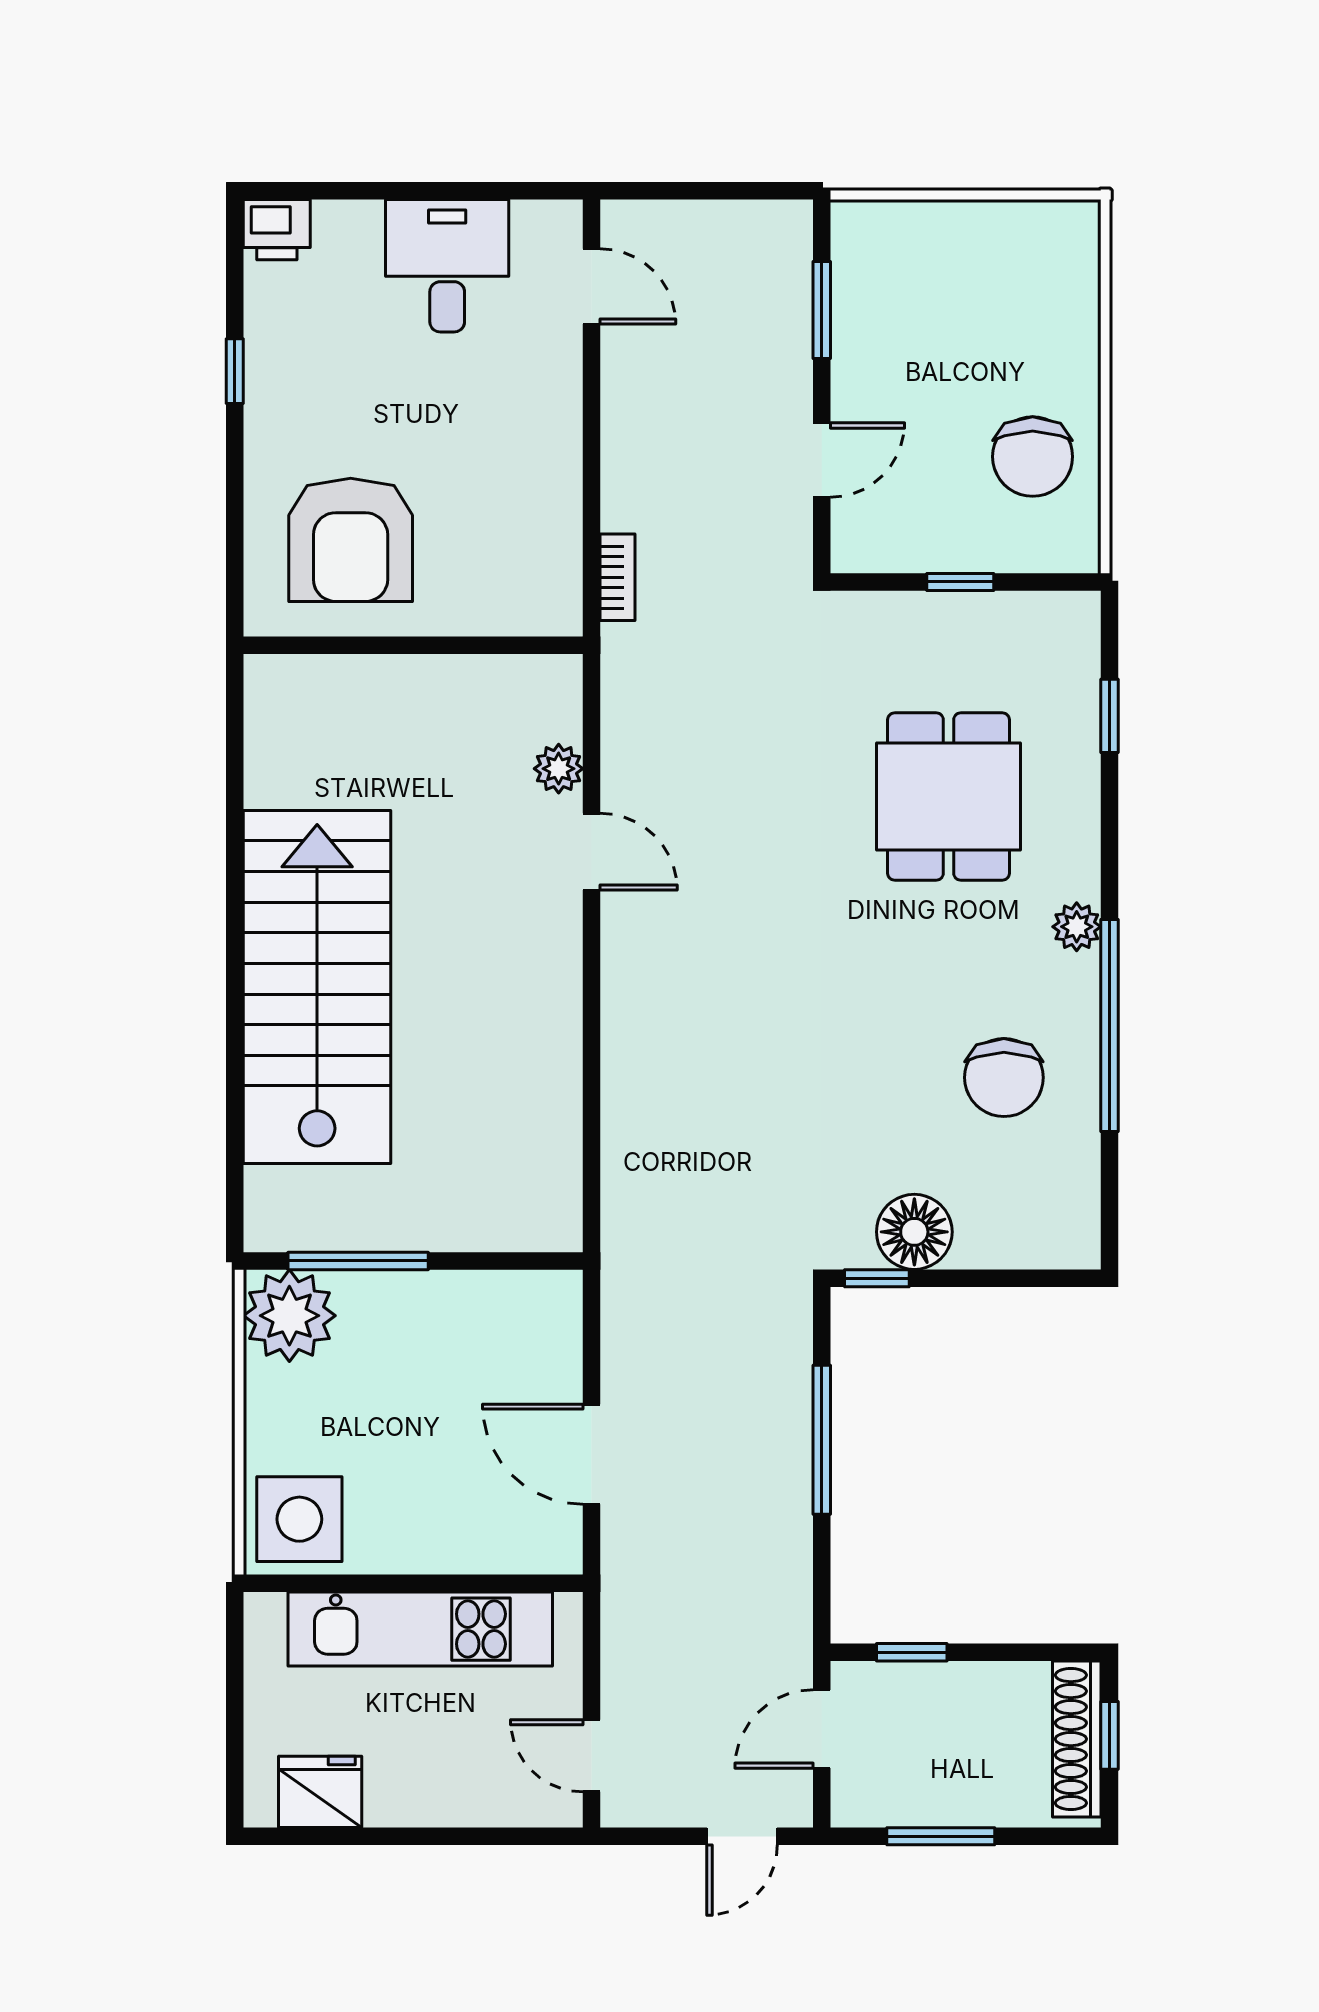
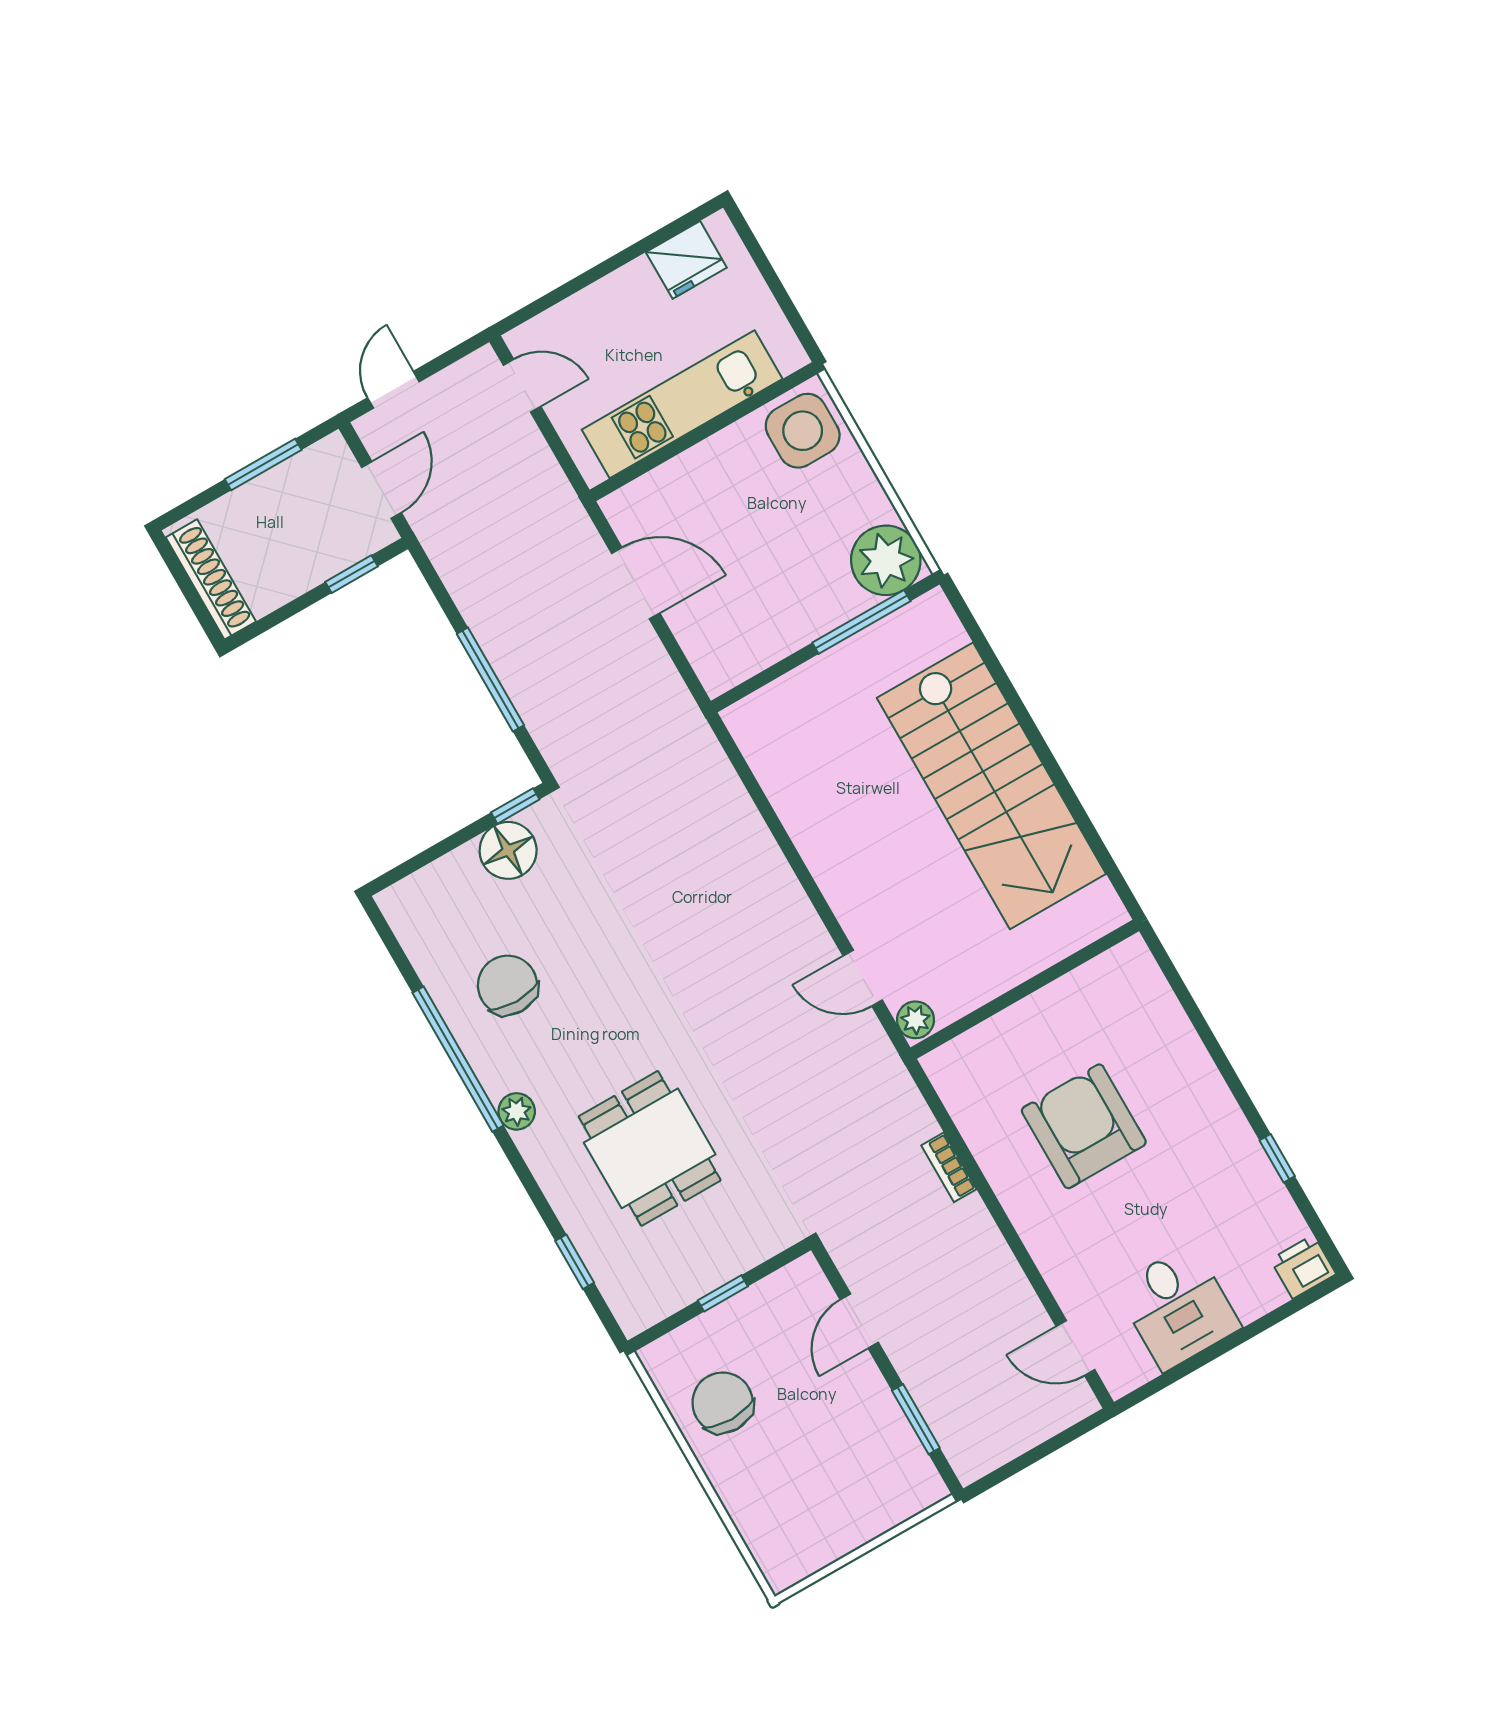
armchair: (351, 540) -> (1084, 1126), moved
wall: (413, 645) -> (1025, 989), moved
window: (1109, 1735) -> (191, 594), removed

